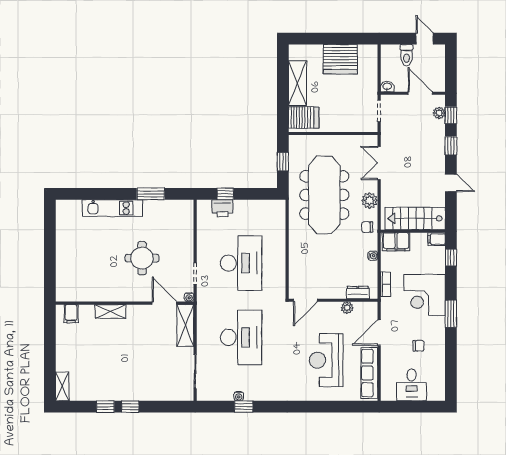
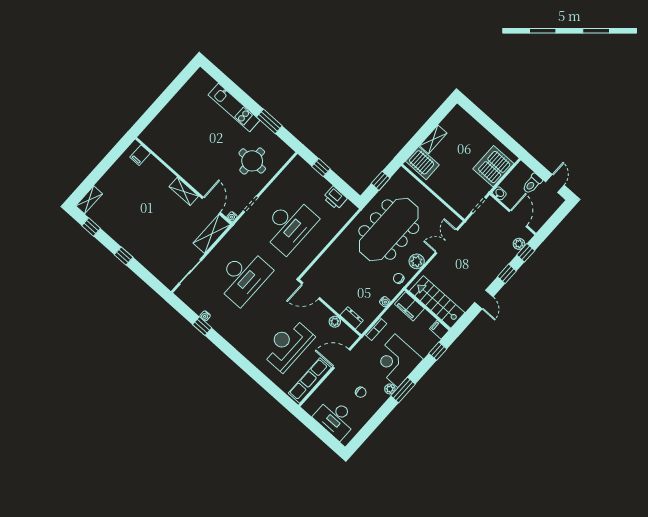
server rack: (340, 59) -> (493, 166), moved, turned 90
shelving: (297, 83) -> (433, 139), width x0.67, depth x0.75
printer: (222, 208) -> (335, 198), moved
round table: (142, 258) -> (252, 161), moved
shelving: (110, 311) -> (184, 191), moved
plant: (440, 322) -> (390, 389), added
desk: (412, 385) -> (336, 418), width x1.37
window: (105, 407) -> (91, 227), moved

